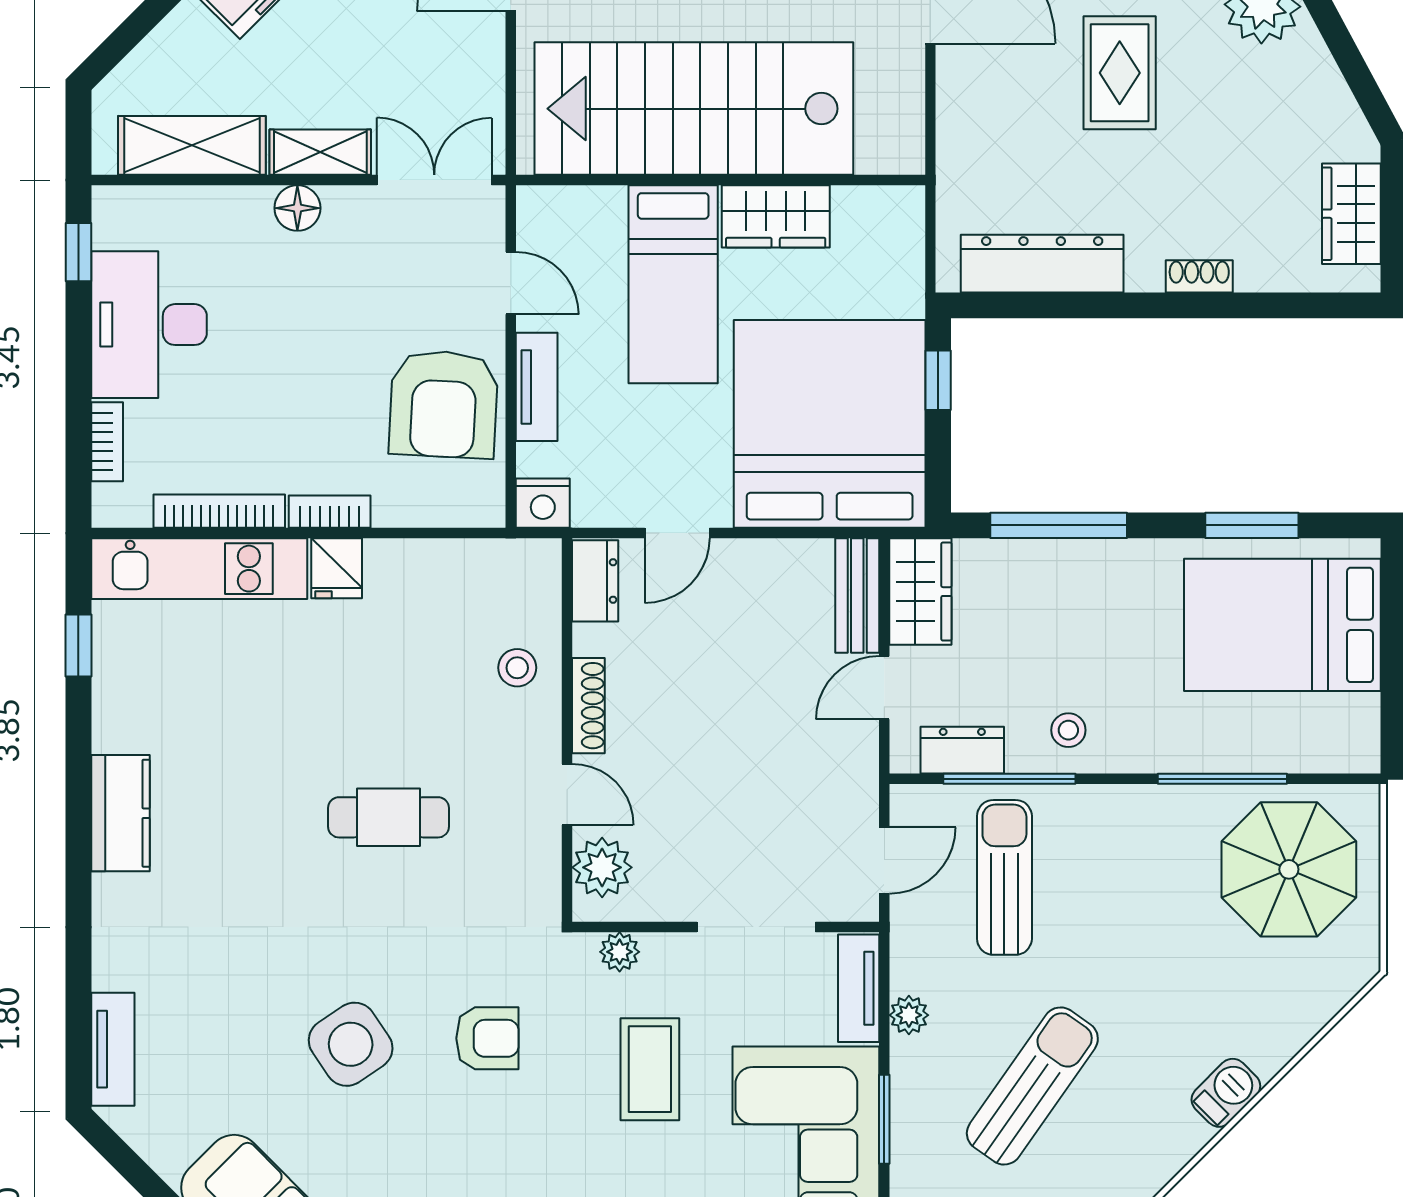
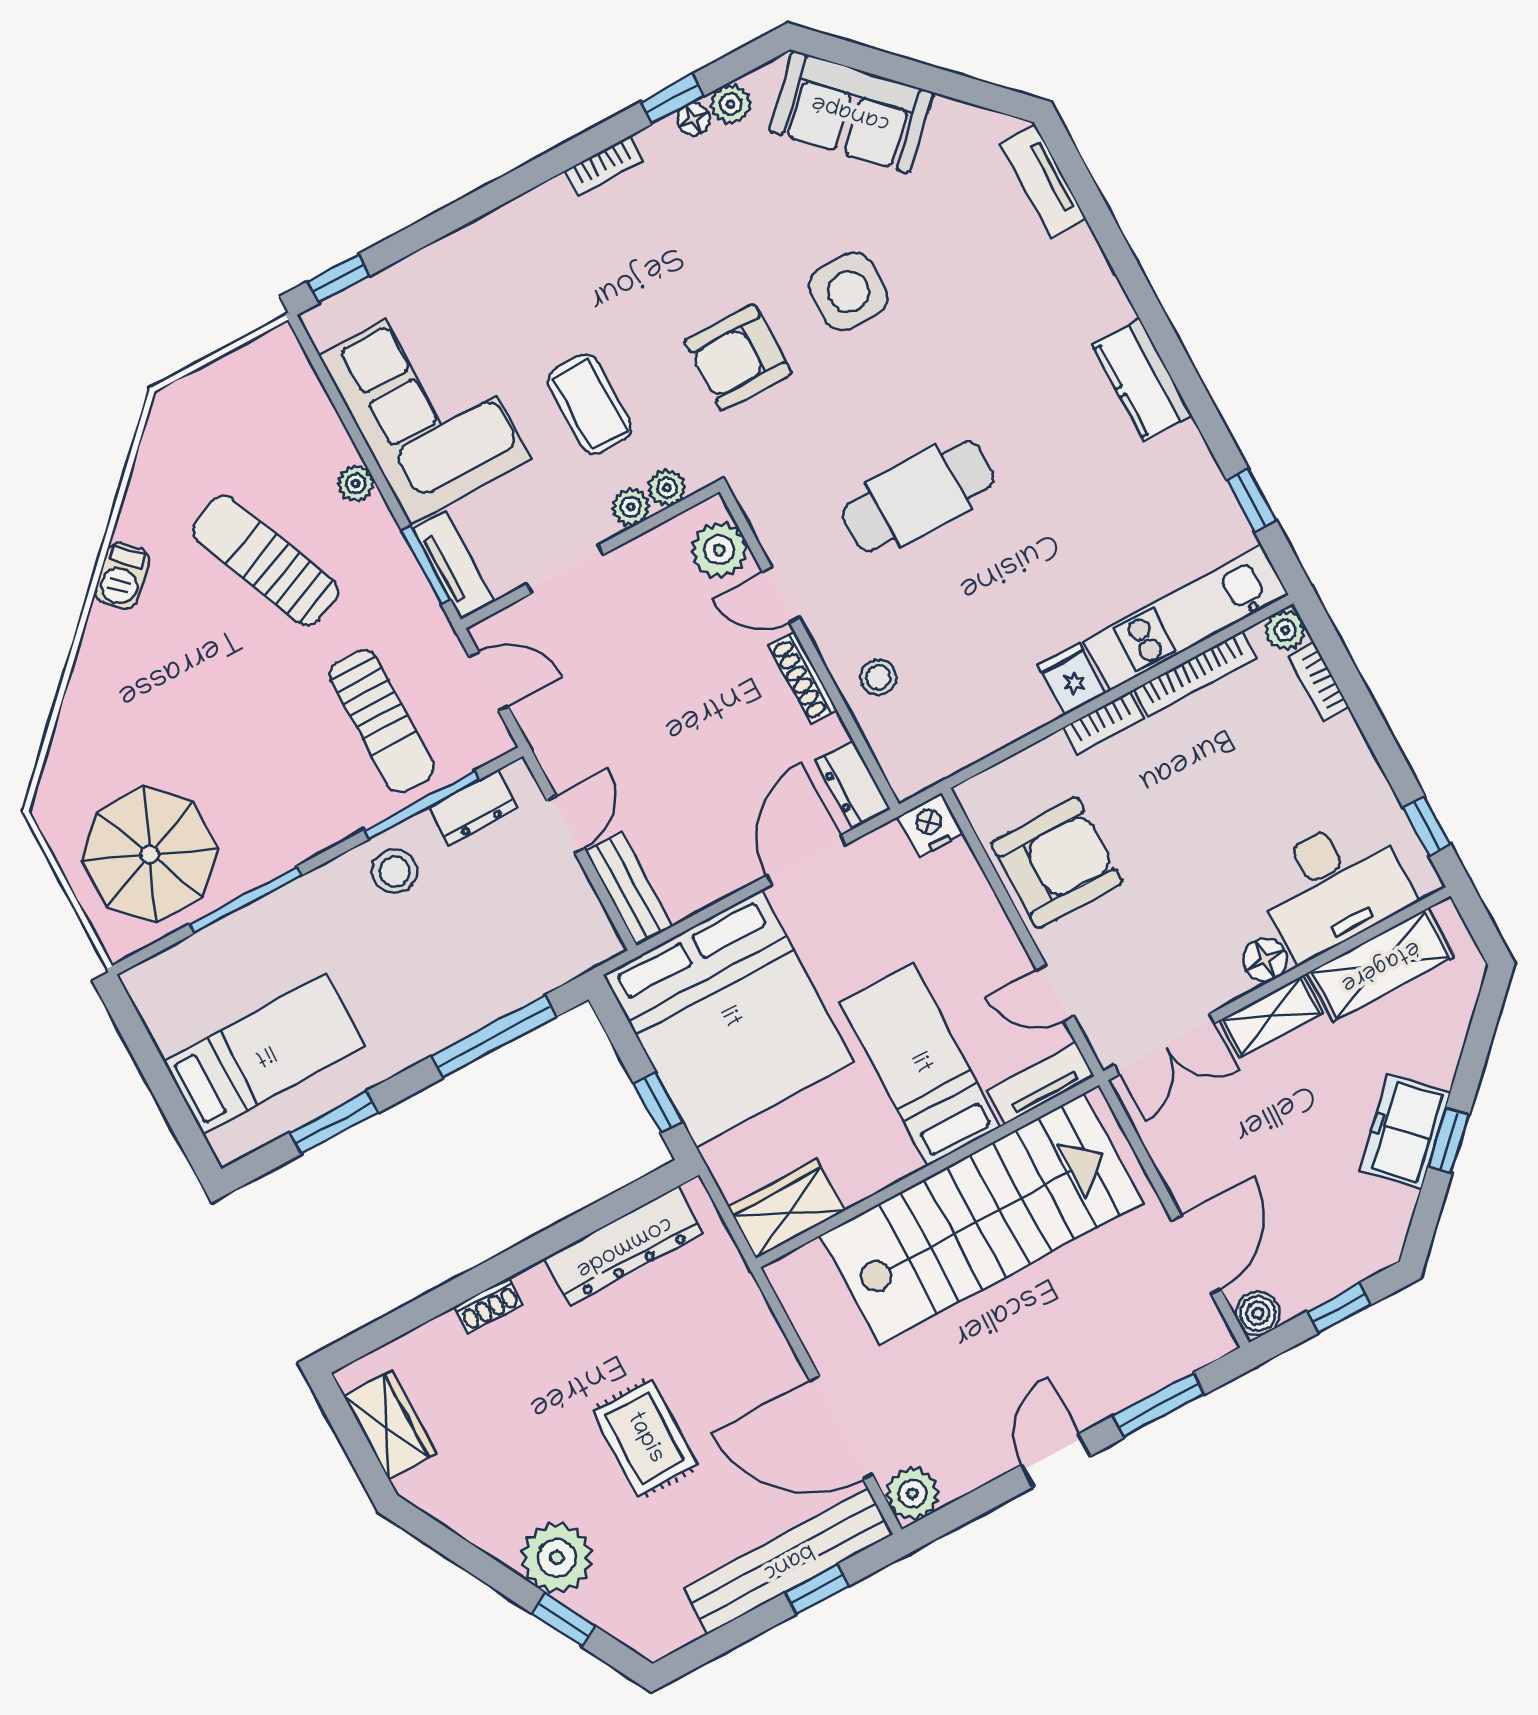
wardrobe: (776, 216) -> (786, 1209), moved
desk: (149, 325) -> (1333, 886), moved, turned 90
tv unit: (537, 387) -> (1040, 1083), moved, turned 90
armchair: (444, 404) -> (1057, 863), turned 87
plant: (113, 507) -> (1285, 630), added
door: (677, 533) -> (806, 860), width x1.38
wardrobe: (920, 592) -> (579, 920), removed
bed: (1282, 625) -> (264, 1054), width x0.67
stool: (1068, 730) -> (394, 871), width x1.37, depth x1.37
cafe table: (388, 817) -> (918, 496), width x1.37, depth x1.35
door: (884, 860) -> (489, 681), swing flipped
doorway: (756, 927) -> (565, 569), width x0.73
plant: (663, 952) -> (631, 507), added
plant: (909, 1015) -> (356, 483), moved
armchair: (487, 1038) -> (738, 357), width x1.38, depth x1.38
side table: (351, 1044) -> (849, 291), turned 34
sun lounger: (1032, 1086) -> (266, 561), turned 122
barbecue: (1226, 1093) -> (122, 576), moved
window: (884, 1119) -> (426, 565), moved

